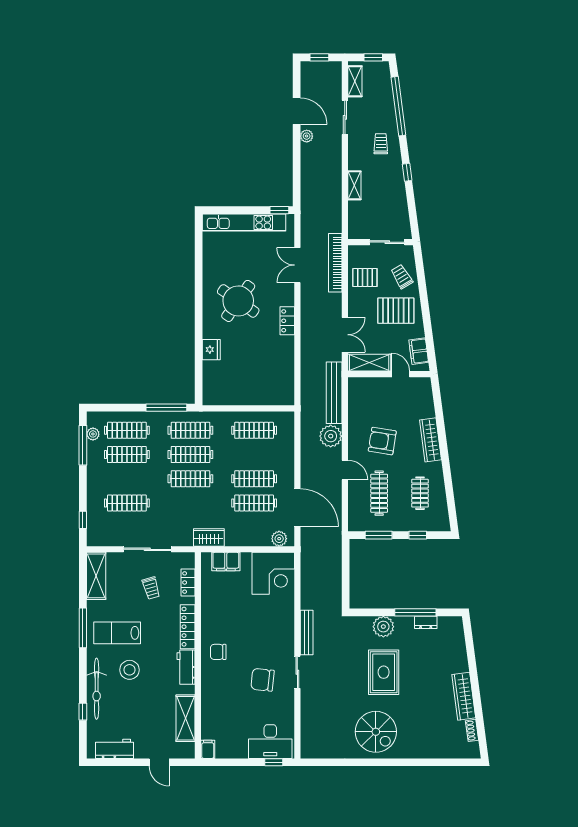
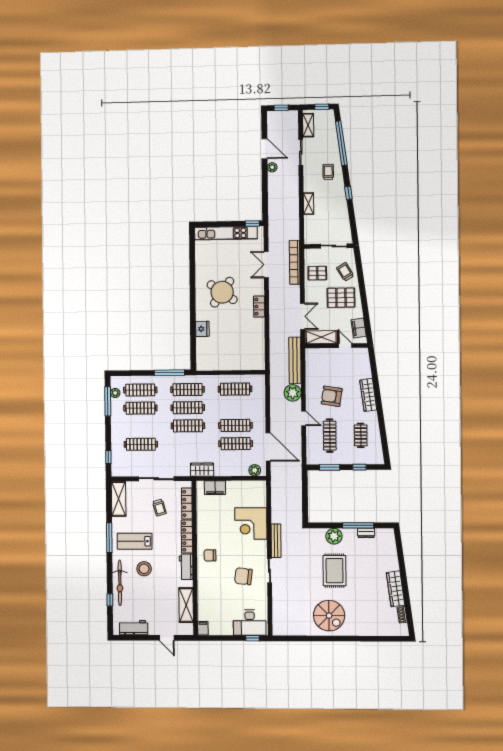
corner desk: (273, 573) -> (251, 524), moved, turned 90
locker: (188, 583) -> (187, 503), width x1.53

